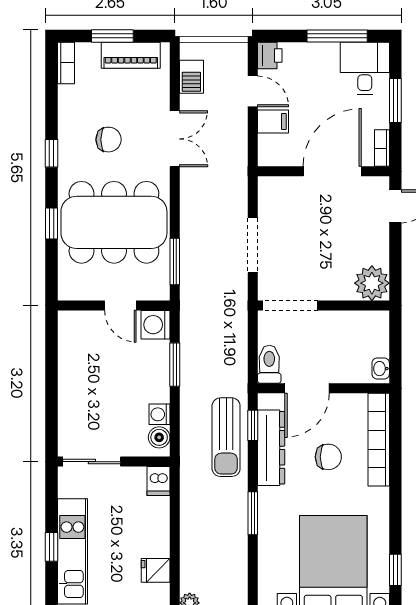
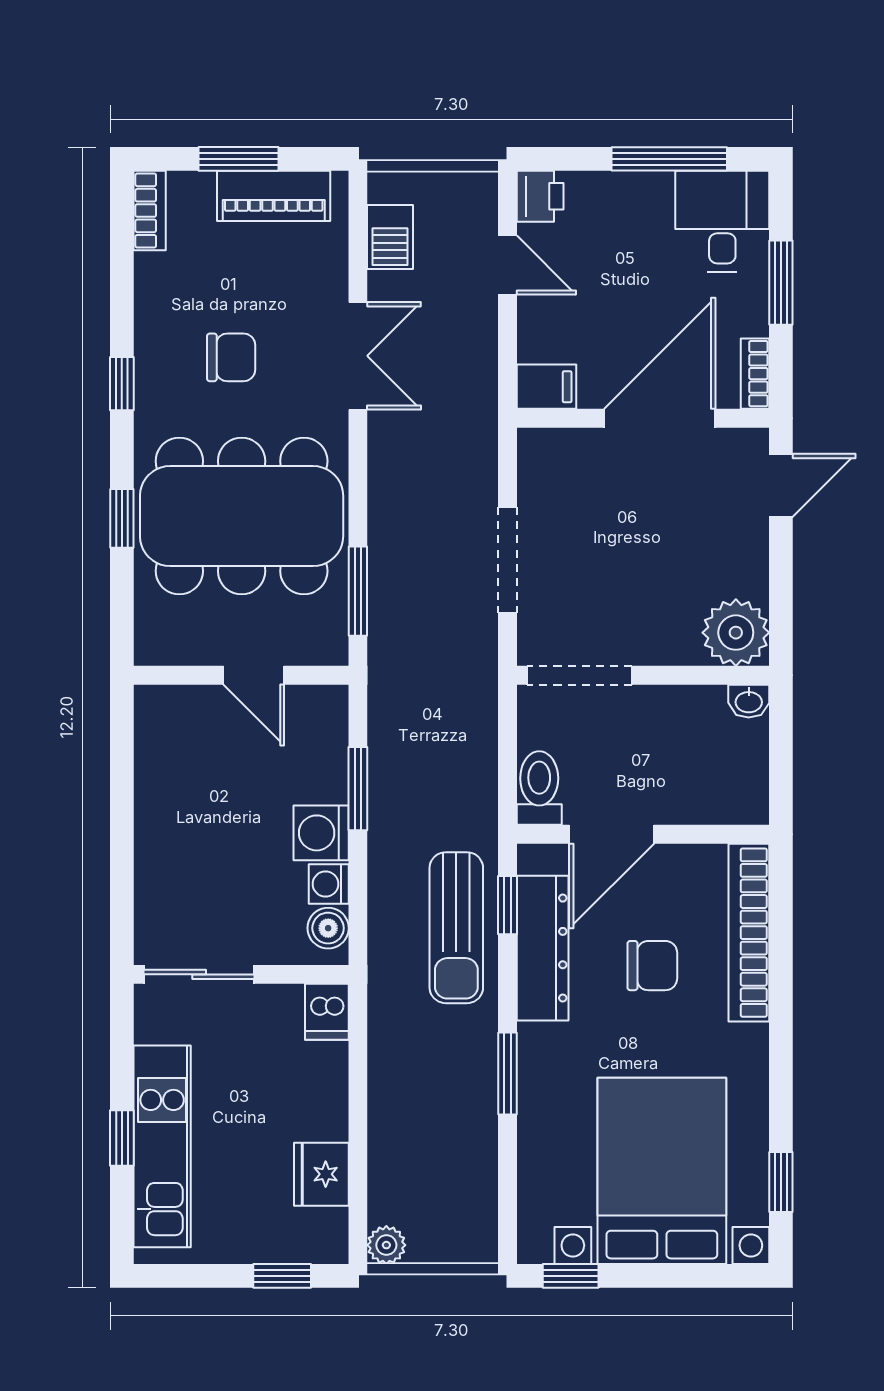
filing cabinet: (273, 121) -> (546, 387), moved
washing machine: (155, 325) -> (321, 833), moved
washbasin: (381, 369) -> (749, 701), moved, turned -90
fridge: (156, 570) -> (321, 1174), width x1.38

